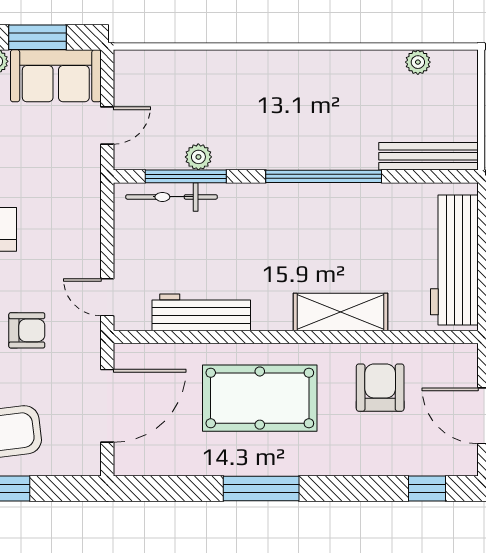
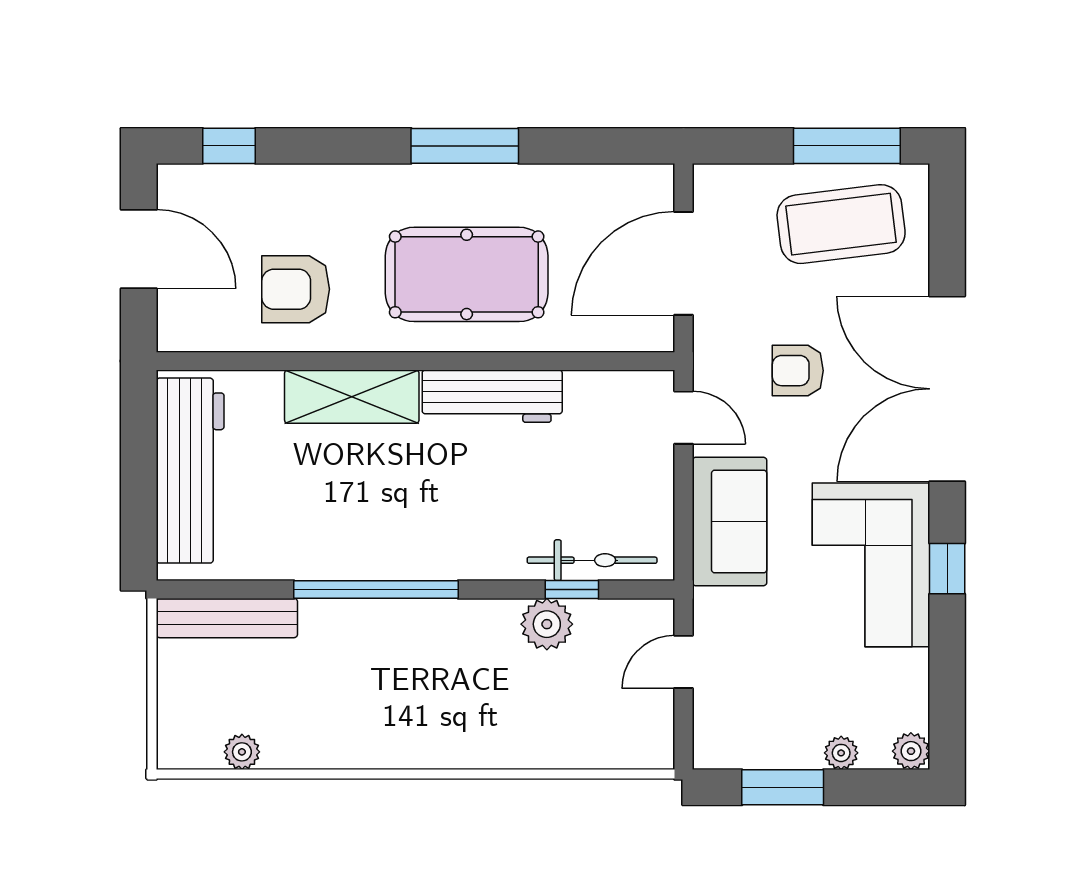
sofa: (56, 76) -> (729, 522), moved, turned 90
plant: (198, 157) -> (547, 624), width x1.38, depth x1.38
window: (186, 176) -> (572, 590), width x0.46
workbench: (201, 312) -> (492, 396), moved
armchair: (380, 388) -> (296, 289), turned 90

